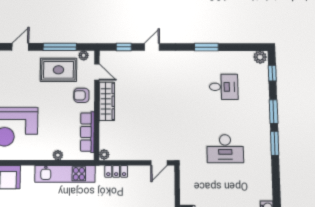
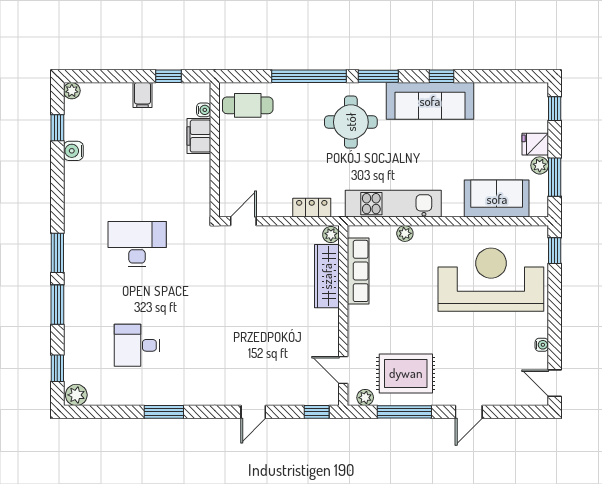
window: (124, 47) -> (317, 412), moved
armchair: (81, 95) -> (368, 331), removed
wardrobe: (107, 101) -> (327, 276), moved

